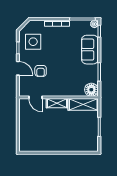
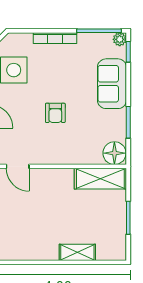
armchair: (41, 71) -> (55, 113), moved
shelving: (57, 103) -> (77, 252), moved

